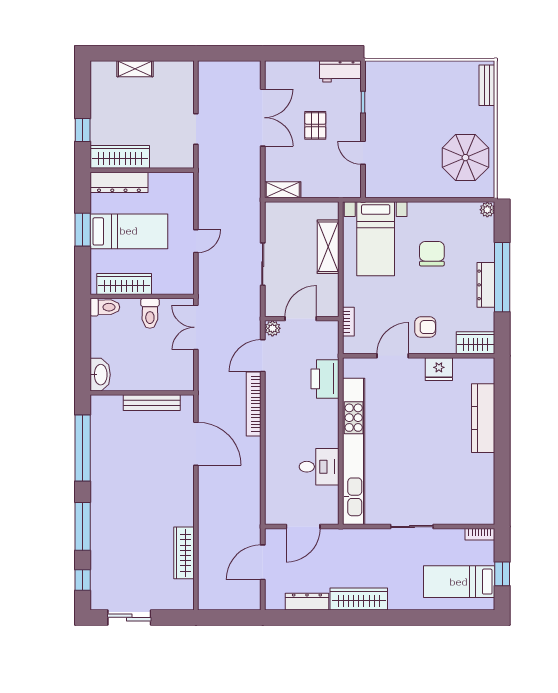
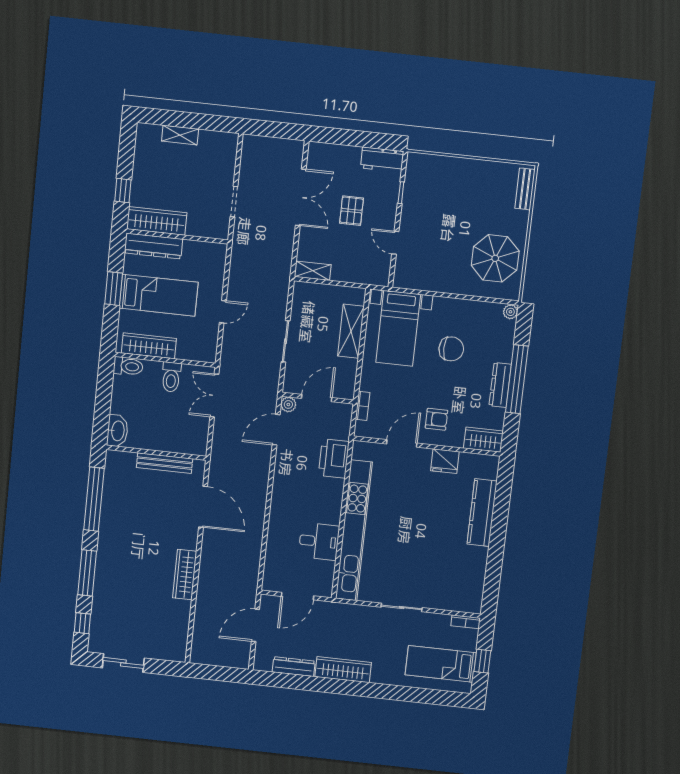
chair: (432, 254) -> (451, 349), turned 90
bookcase: (254, 404) -> (262, 475), removed
wardrobe: (184, 553) -> (185, 575), moved

